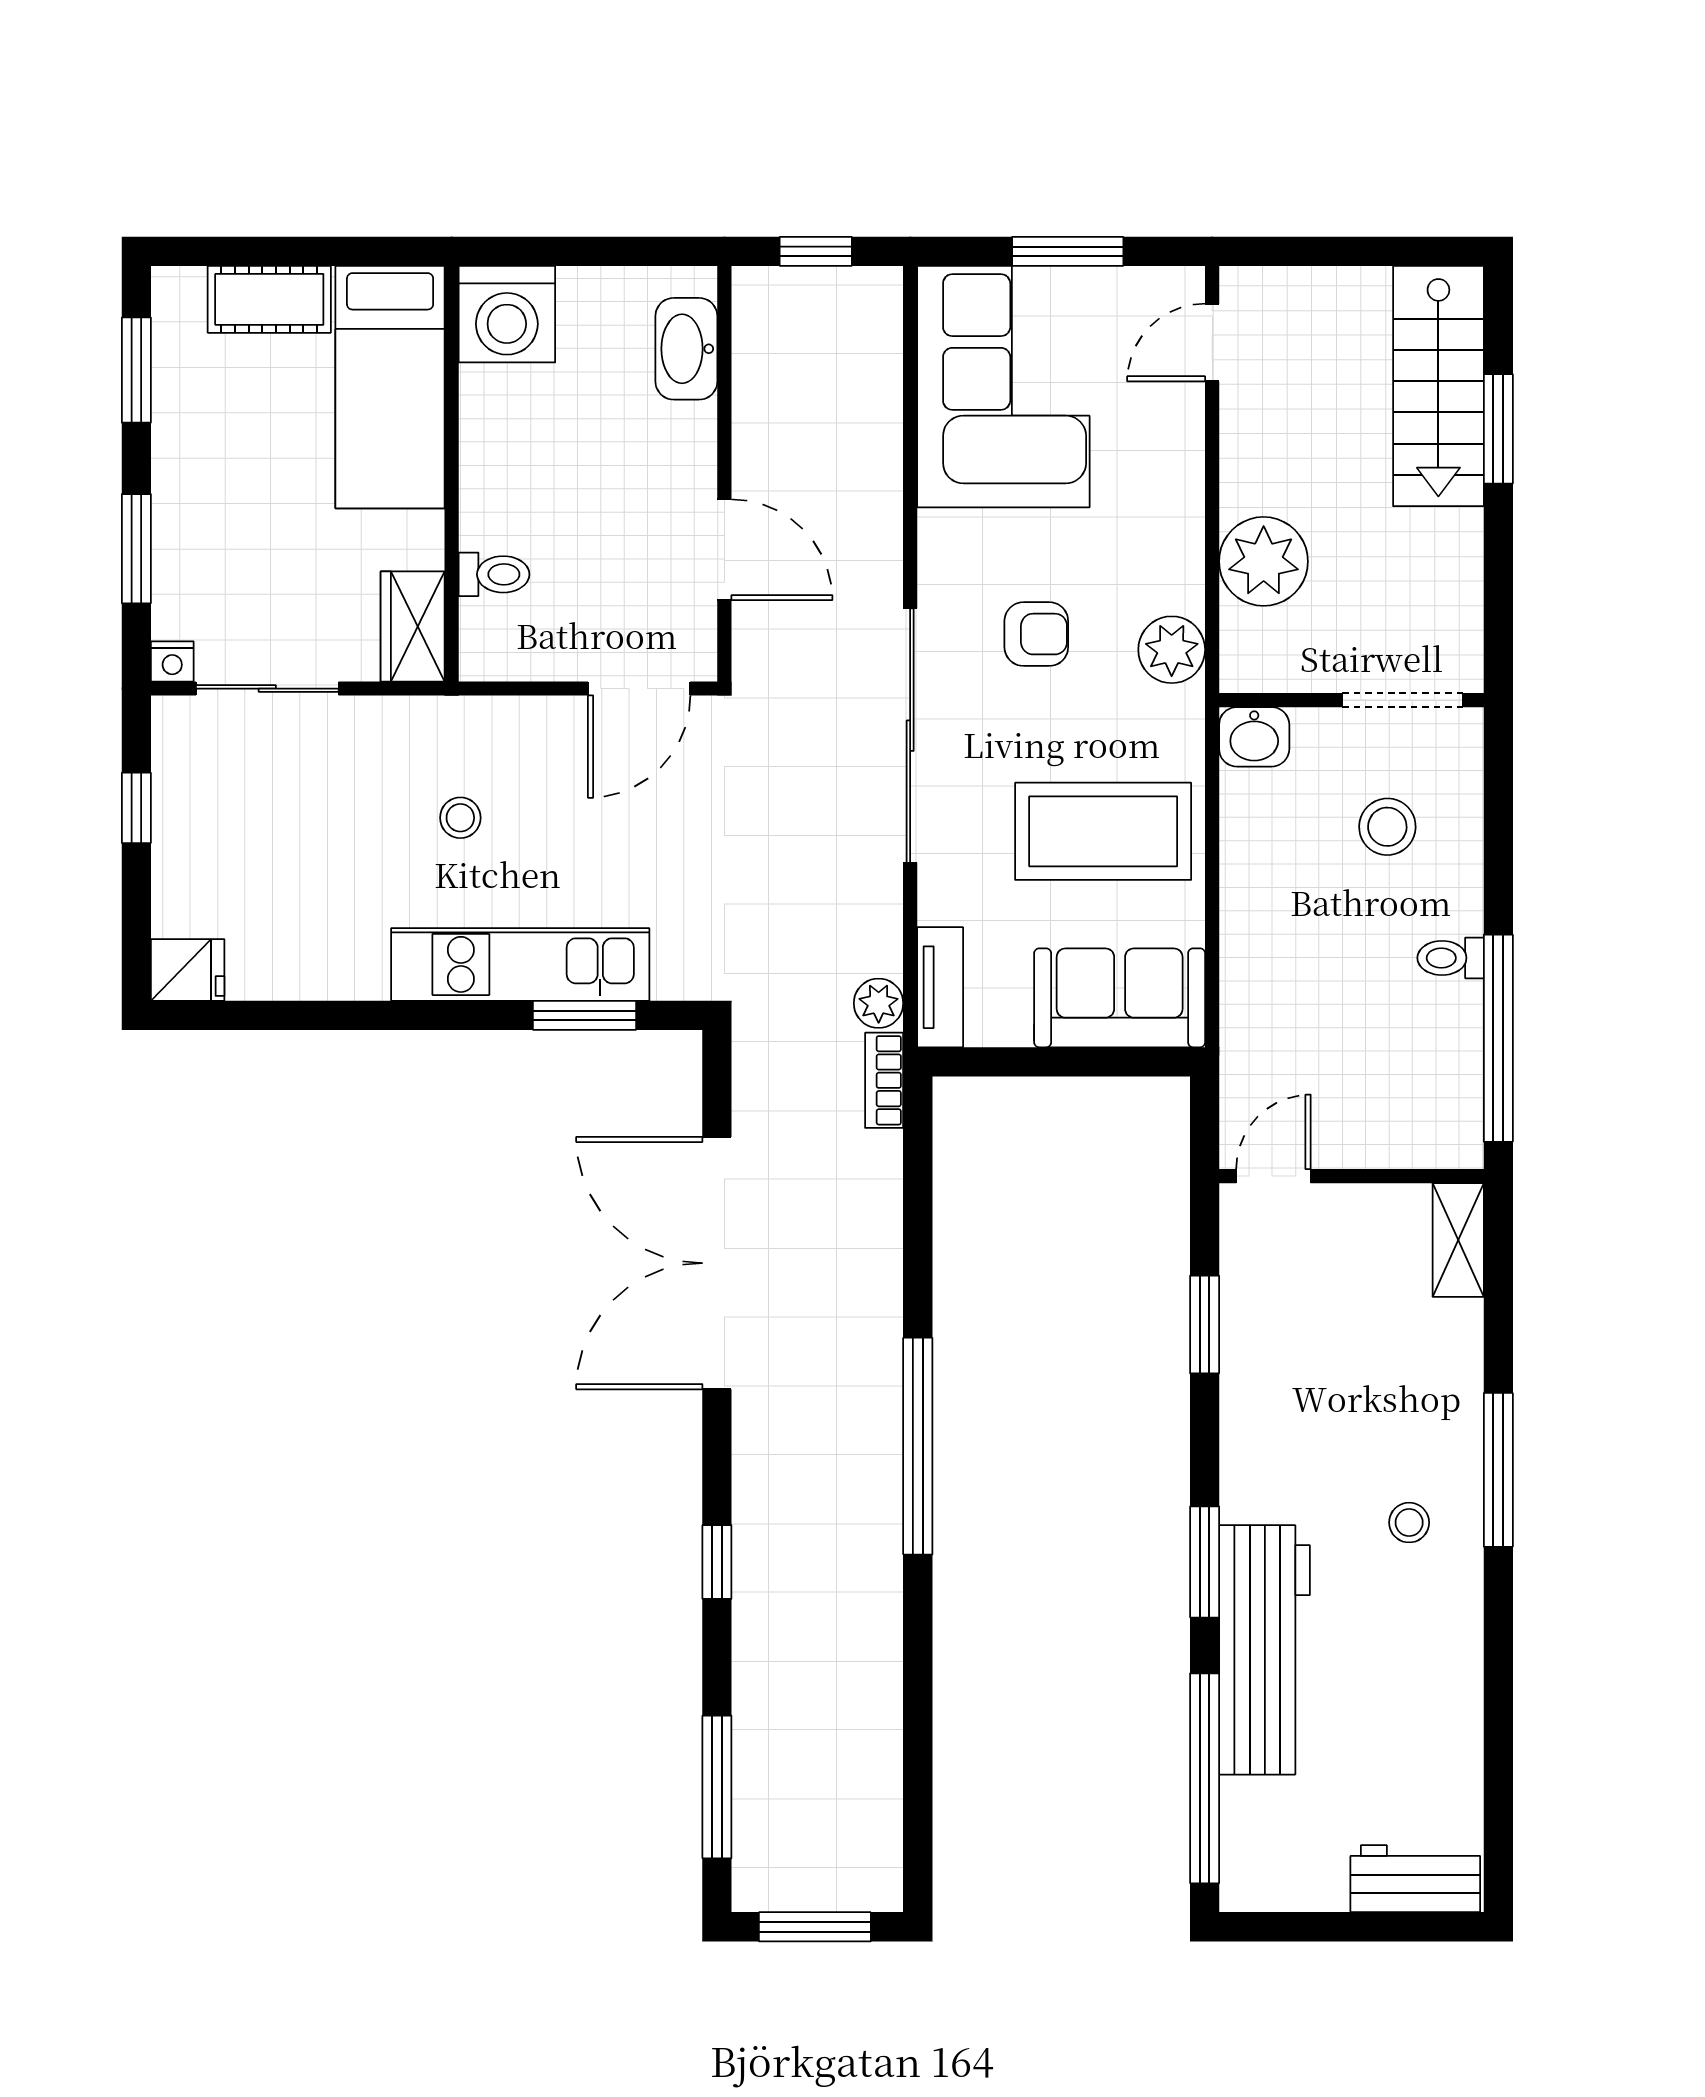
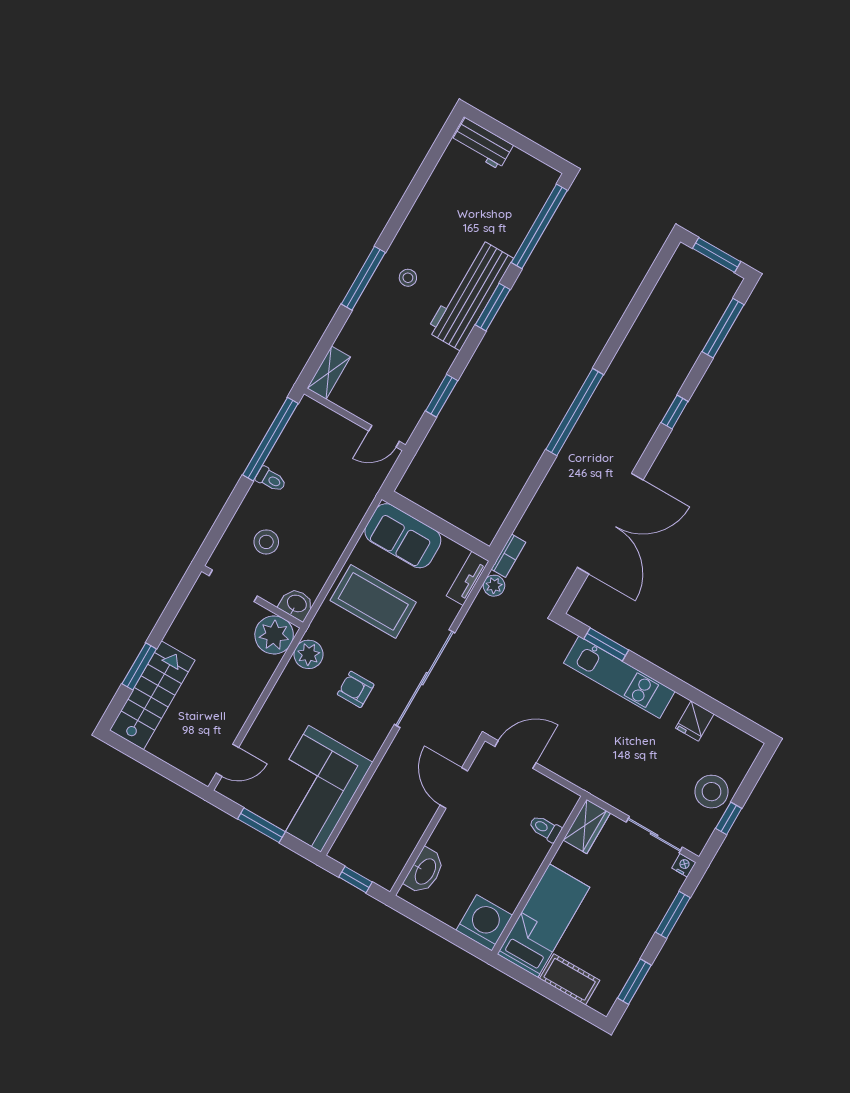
plant: (1264, 561) -> (274, 635), moved
stool: (460, 818) -> (712, 792), moved, width x1.89, depth x1.89
fridge: (188, 970) -> (695, 721), moved, turned -90
workbench: (1264, 1650) -> (470, 295), moved

